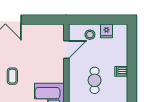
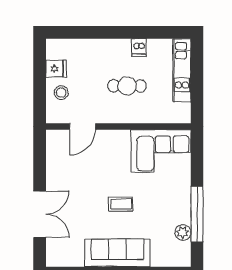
door: (66, 49) -> (83, 126), swing flipped
dishwasher: (121, 71) -> (139, 48), moved

